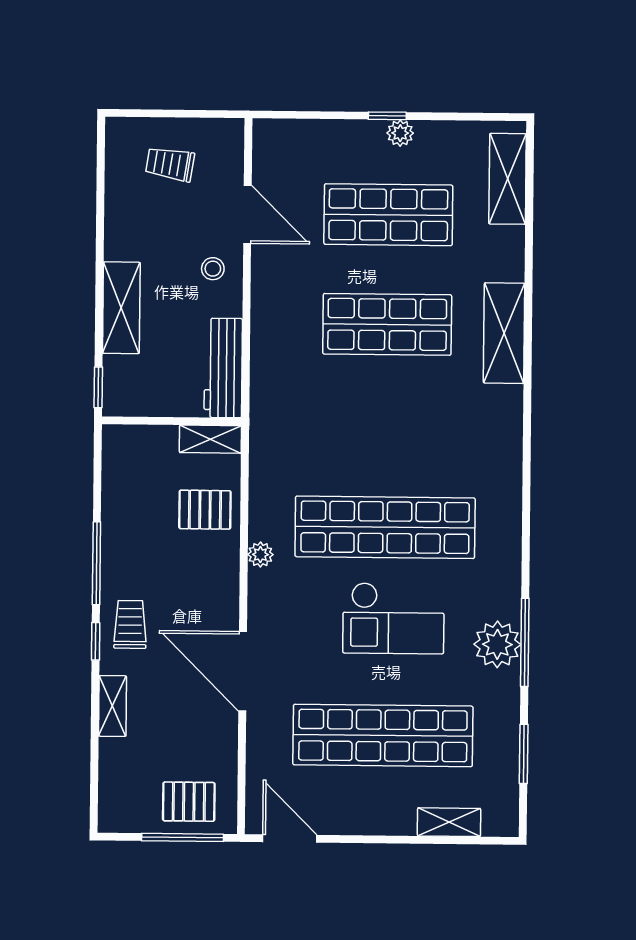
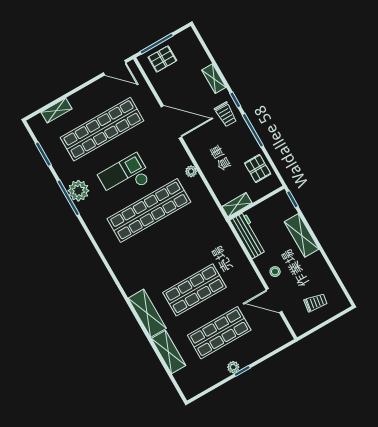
shelving: (508, 179) -> (168, 352), moved
pallet: (205, 510) -> (258, 169), moved, turned 90

